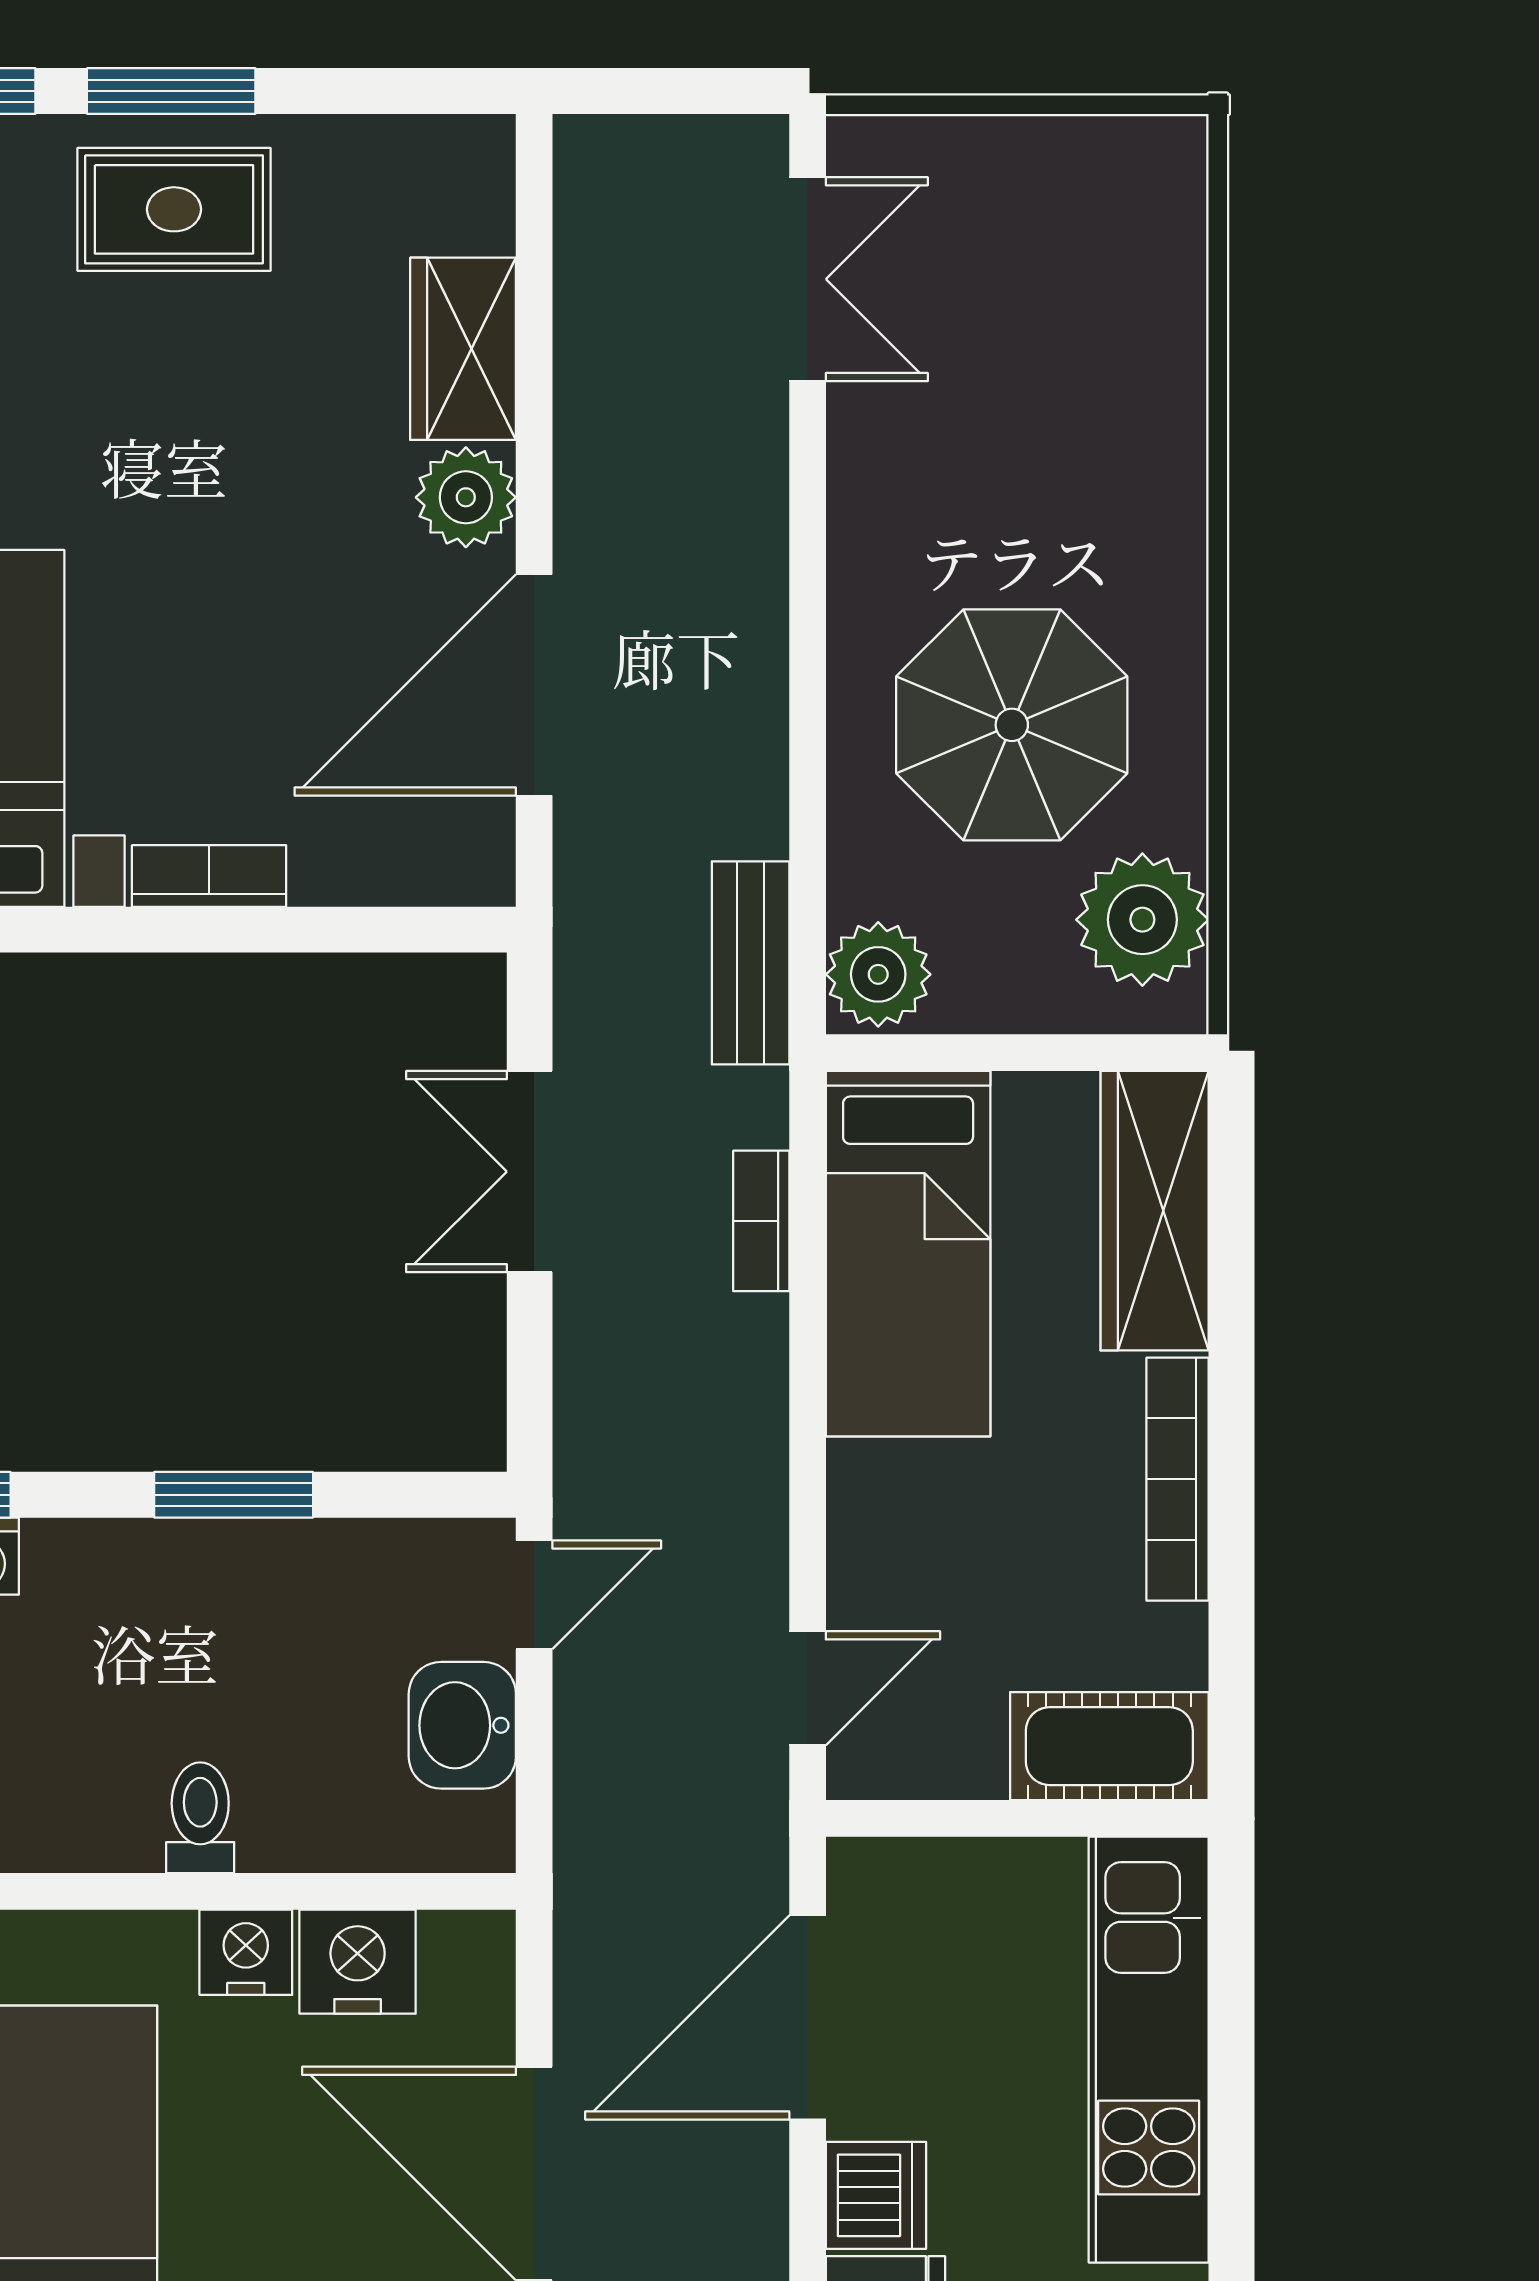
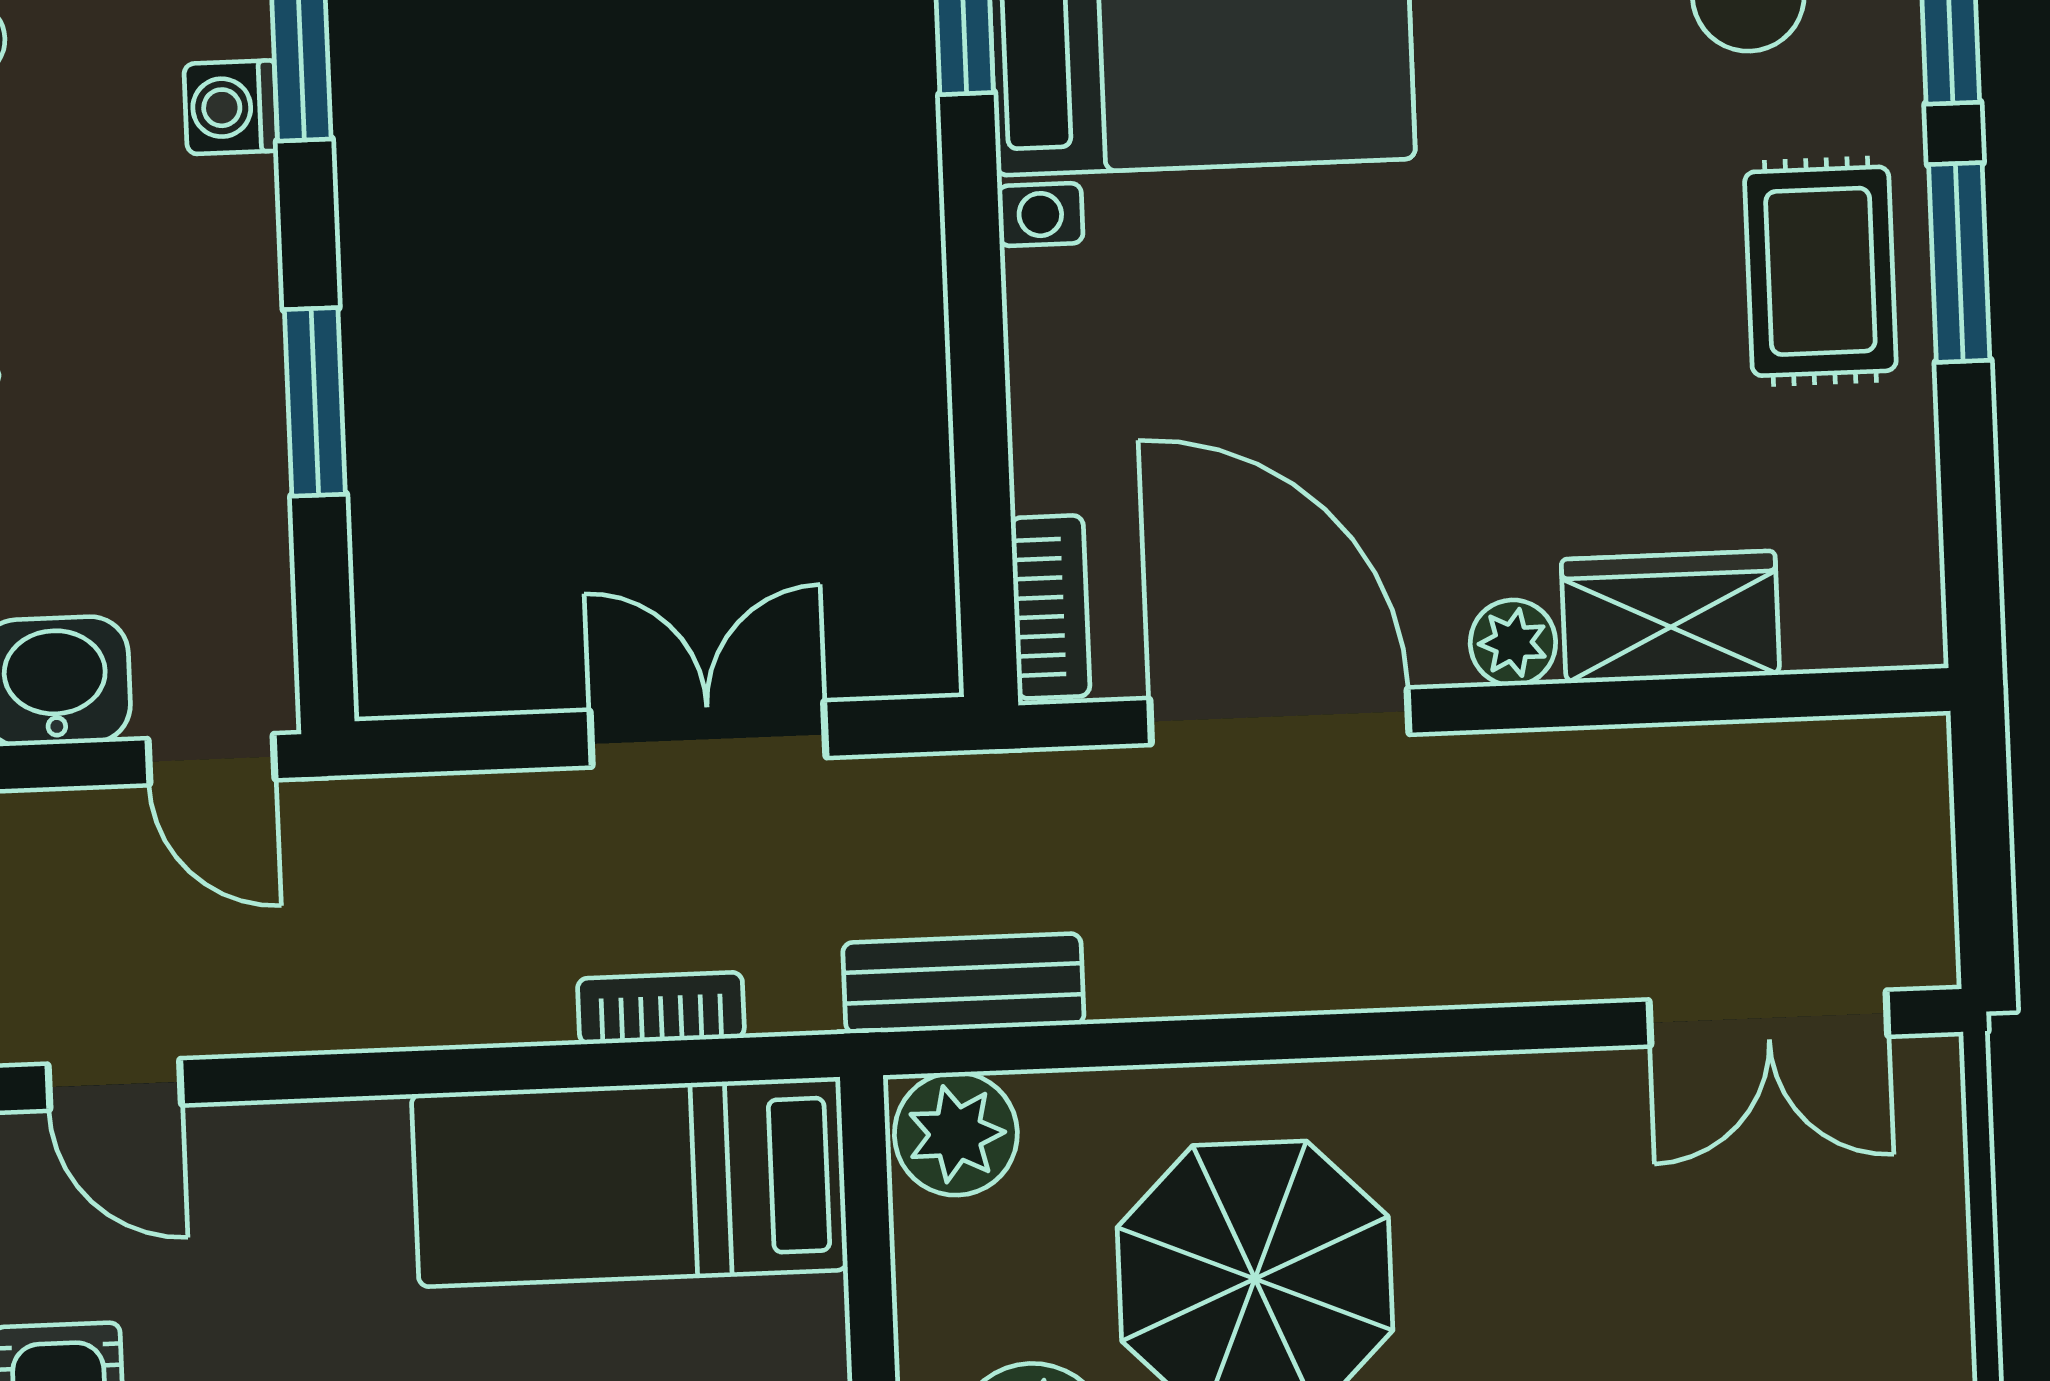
plant: (466, 497) -> (1513, 643), width x0.73, depth x0.73
bookcase: (209, 876) -> (1050, 607), moved

